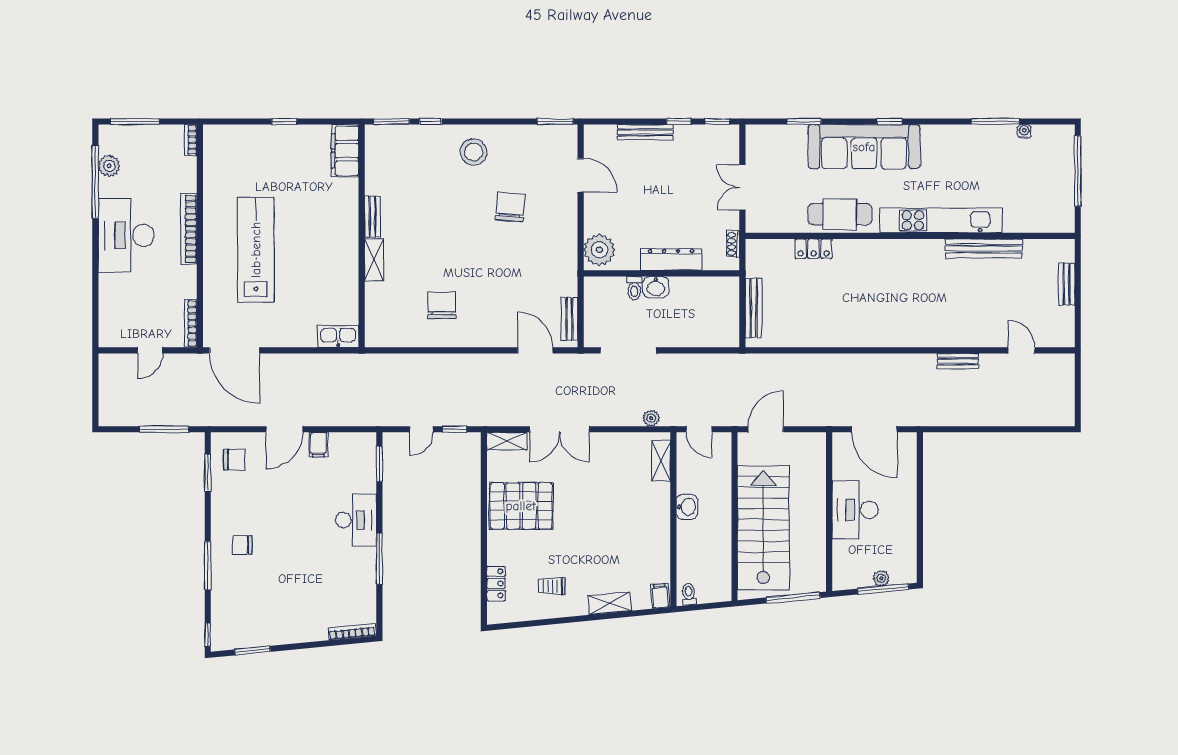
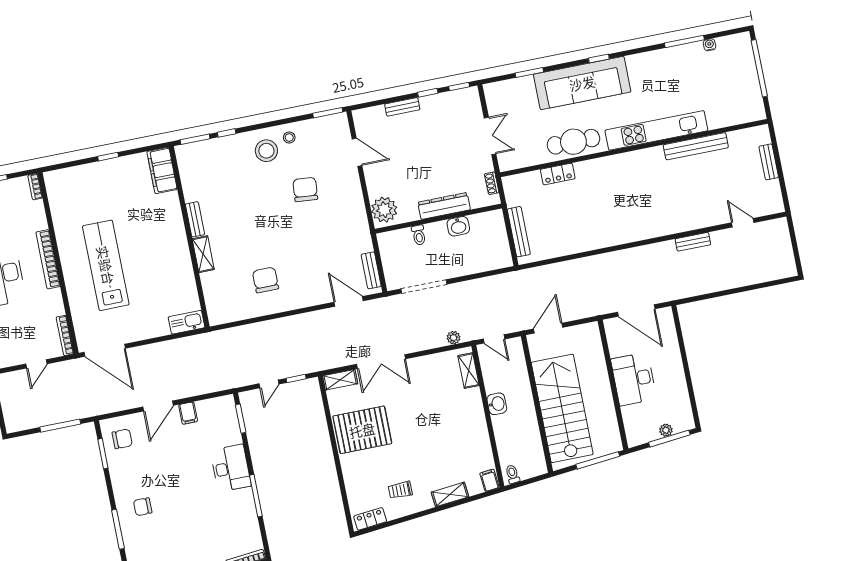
bench: (645, 132) -> (402, 107), width x0.73
stool: (504, 142) -> (289, 137), added
double door: (742, 187) -> (490, 136), swing flipped
washbasin: (656, 287) -> (458, 226), moved
locker: (496, 583) -> (370, 519), moved, turned -96

